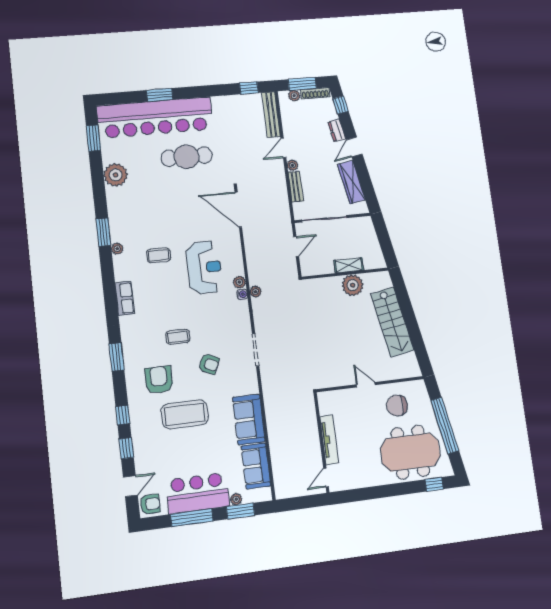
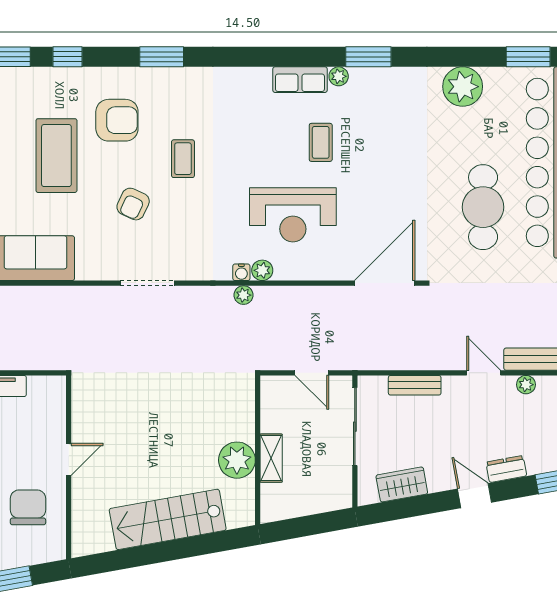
plant: (292, 165) -> (526, 385), moved
wardrobe: (351, 182) -> (402, 484), width x0.67
row of seats: (125, 298) -> (300, 80), moved

